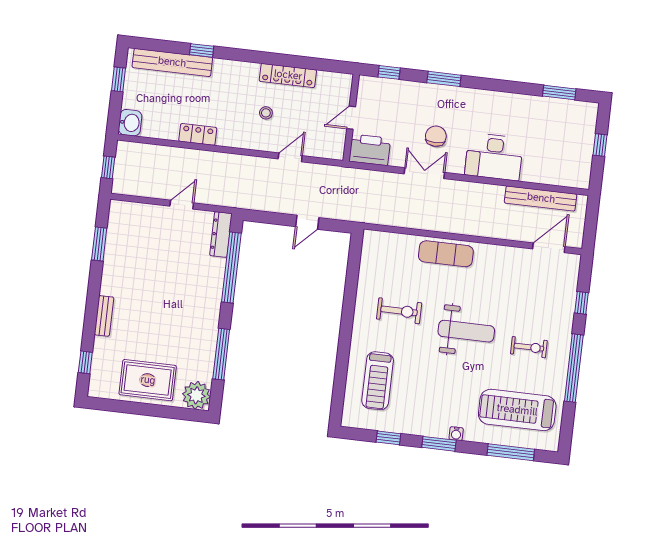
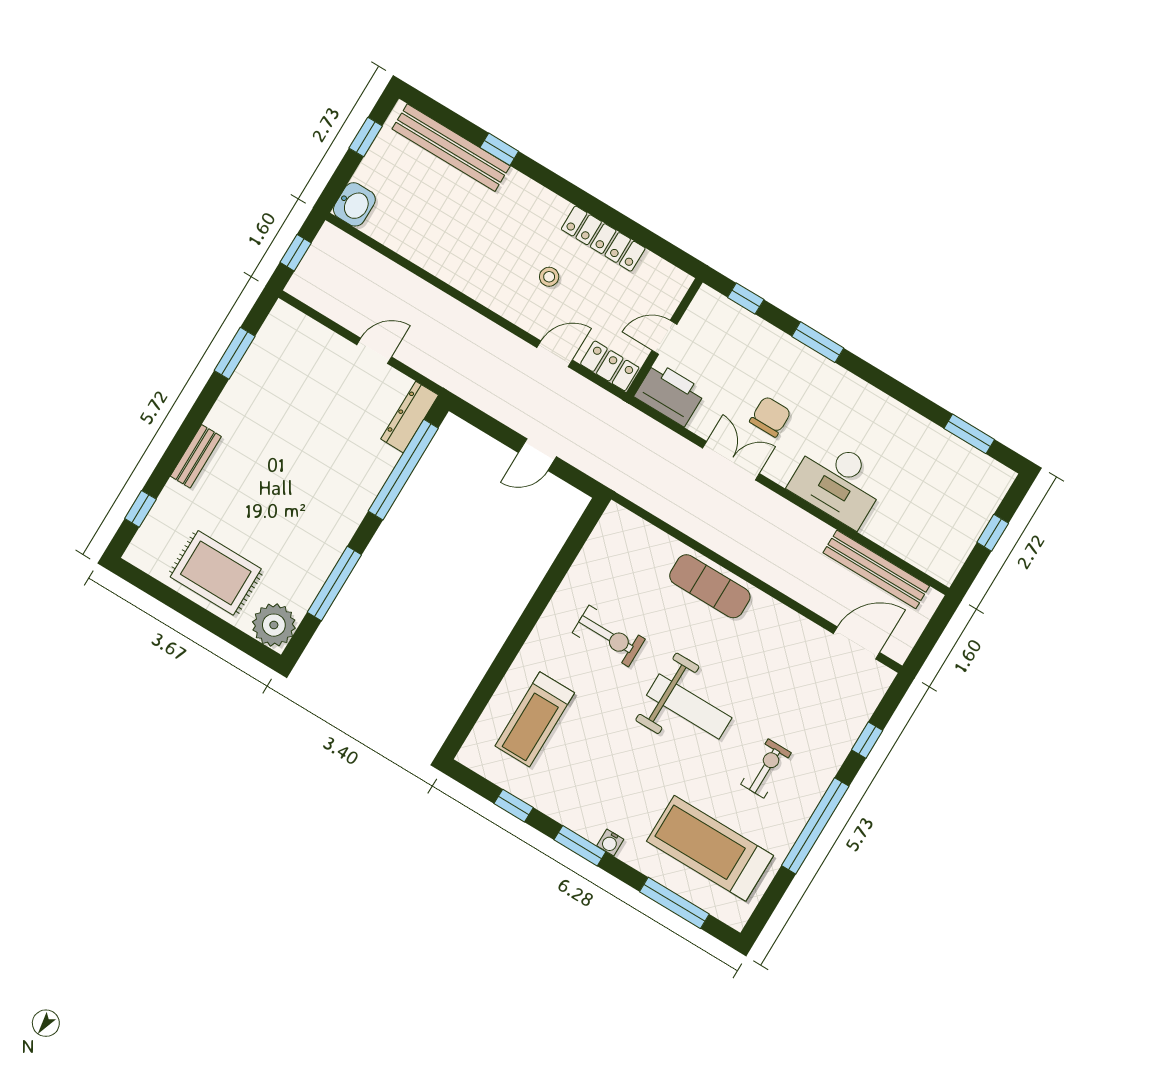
locker: (198, 134) -> (610, 366), moved
exercise bike: (529, 347) -> (766, 768), turned -90

